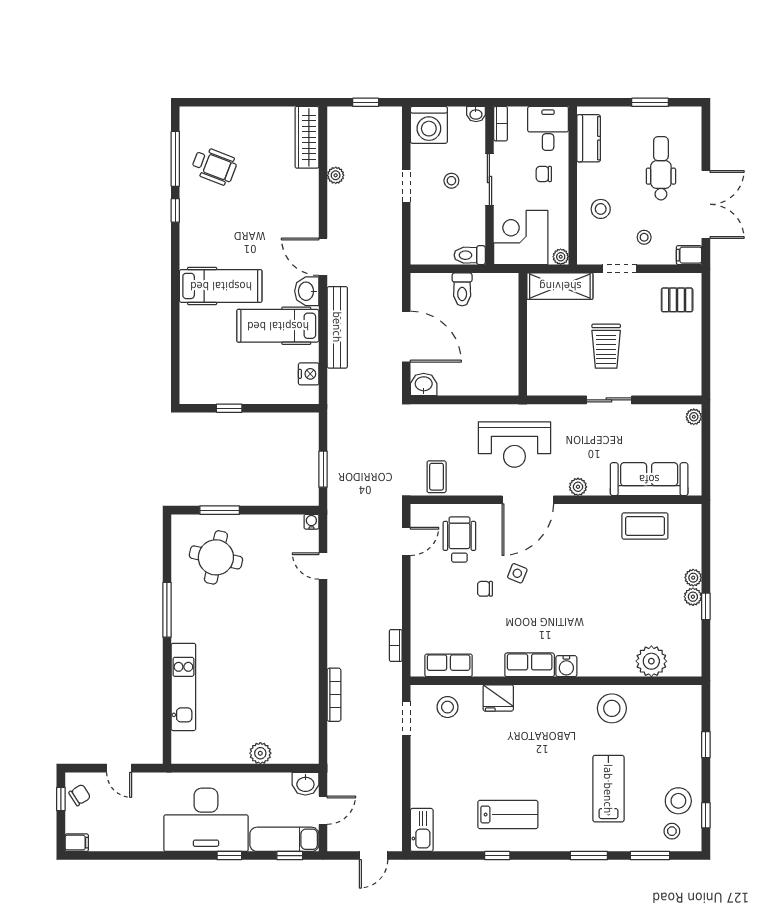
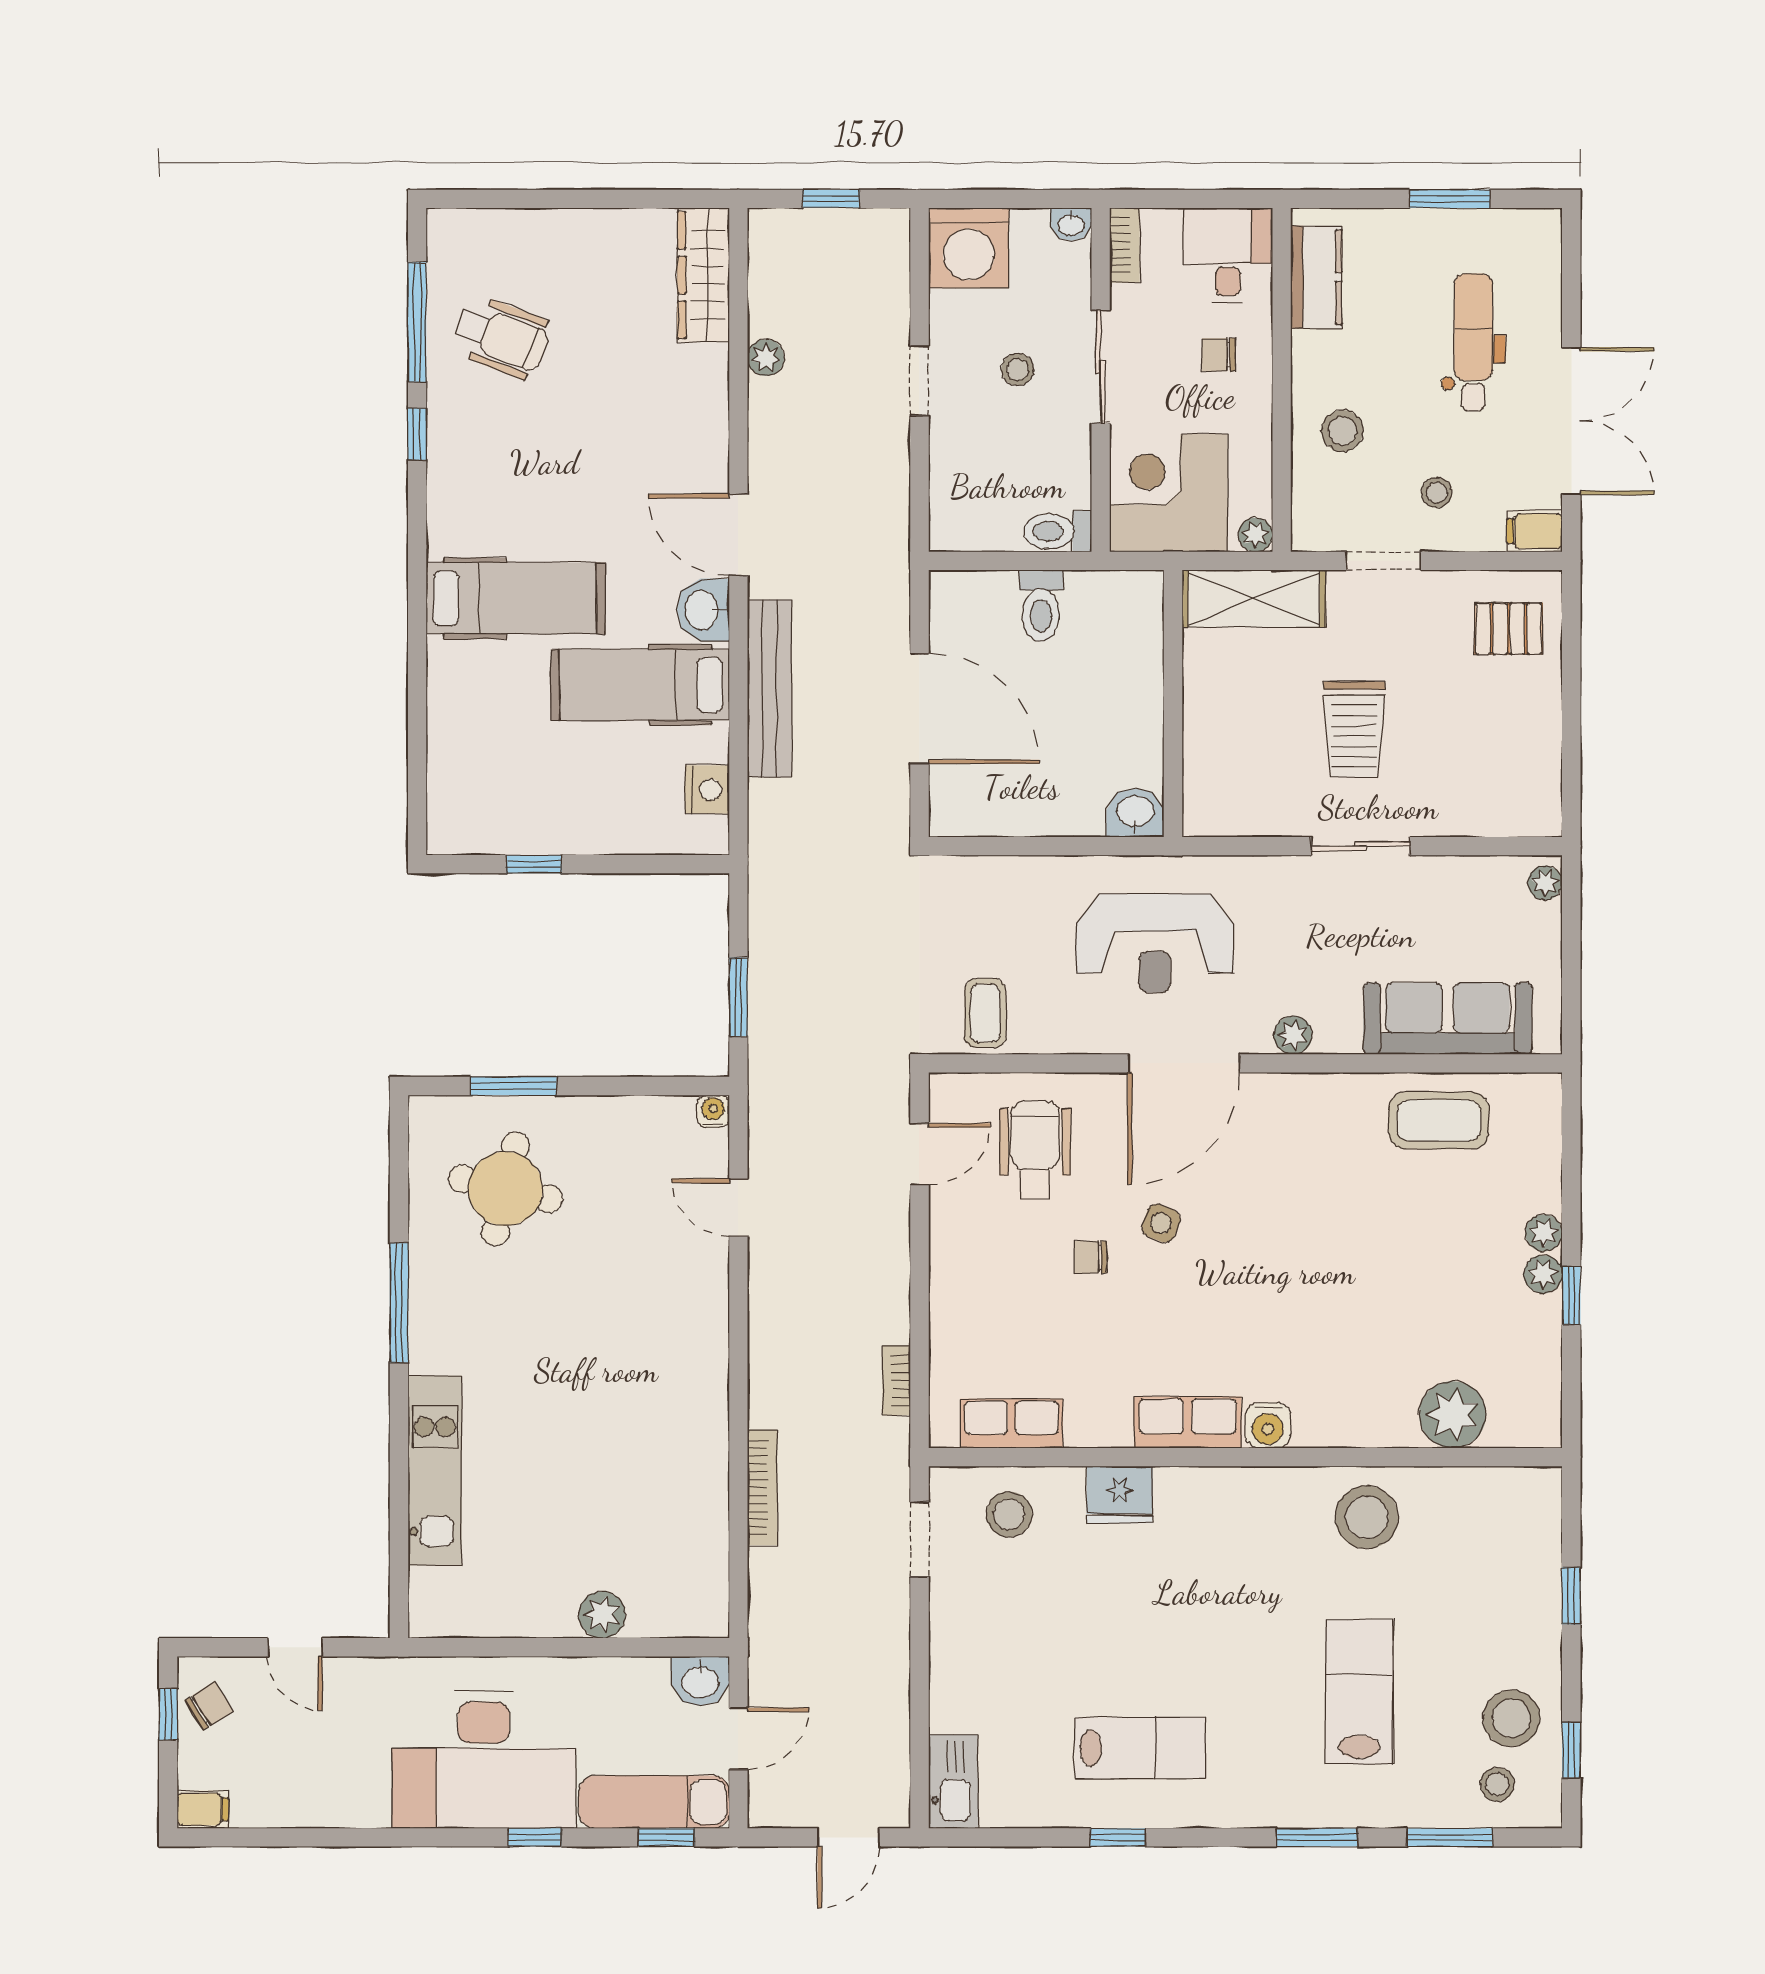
washbasin: (424, 384) -> (1135, 813), moved

